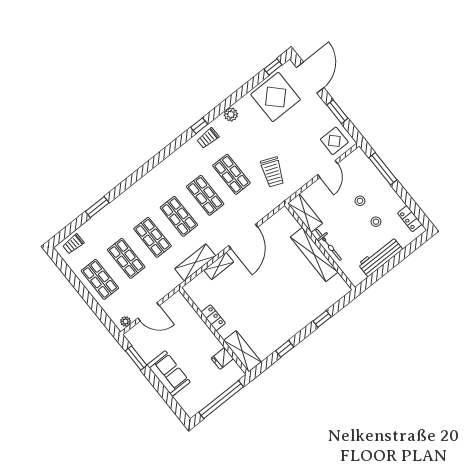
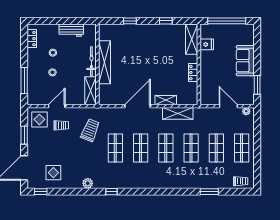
display table: (276, 97) -> (53, 173), width x0.54, depth x0.54
trolley: (208, 138) -> (61, 125), moved
workbench: (380, 257) -> (71, 30), width x0.73

